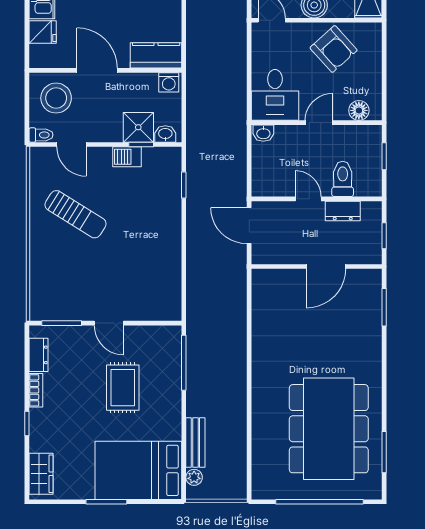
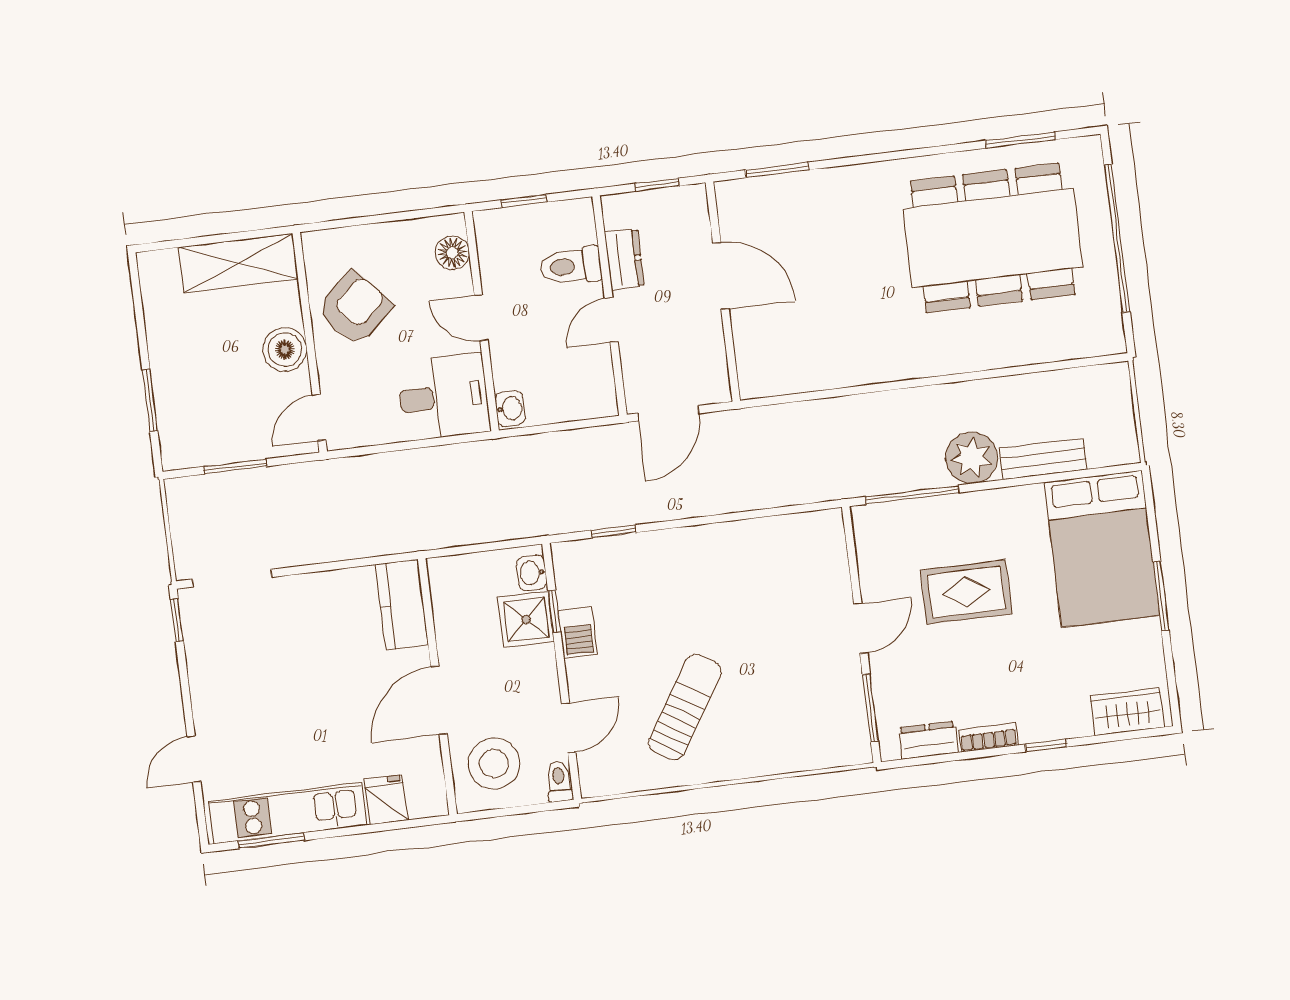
washing machine: (169, 82) -> (444, 578), removed
plant: (194, 477) -> (972, 458), moved, width x1.87, depth x1.87

